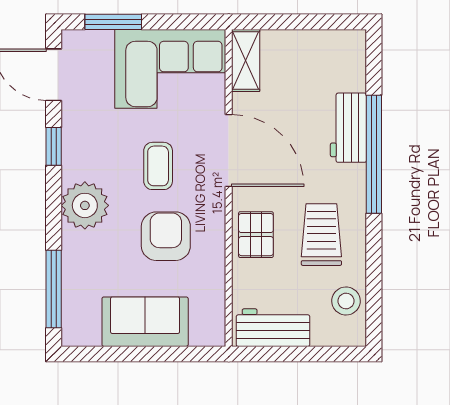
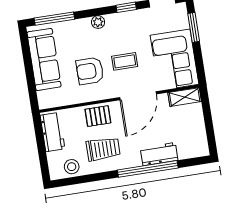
plant: (85, 205) -> (98, 22), width x0.53, depth x0.53
armchair: (166, 236) -> (90, 71), turned 180
sofa: (145, 322) -> (44, 59), width x1.36

